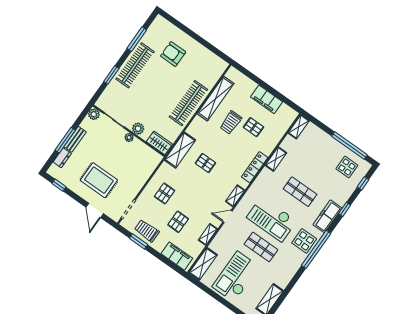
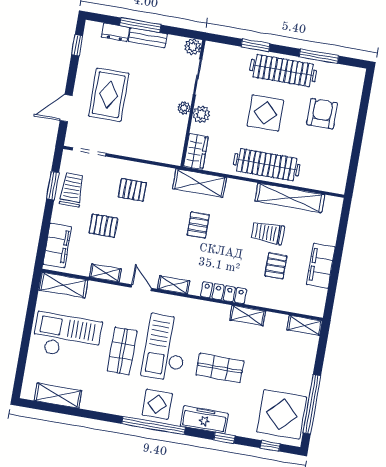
display table: (156, 89) -> (265, 113), added
display table: (347, 167) -> (282, 414), width x1.86, depth x1.86
shop shelf: (300, 192) -> (220, 368), turned 90

